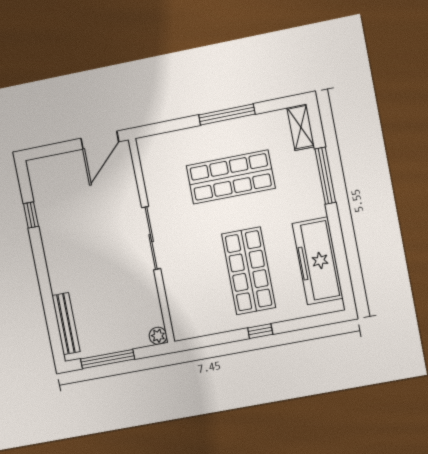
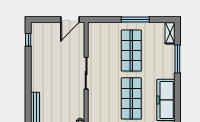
shop shelf: (231, 177) -> (131, 51), turned 90
window: (31, 215) -> (28, 40), moved

